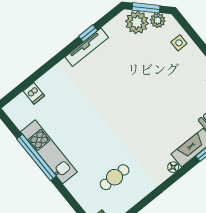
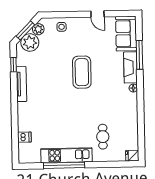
window: (88, 33) -> (14, 65), moved
coffee table: (148, 101) -> (82, 72), added
cafe table: (115, 177) -> (103, 137), moved

